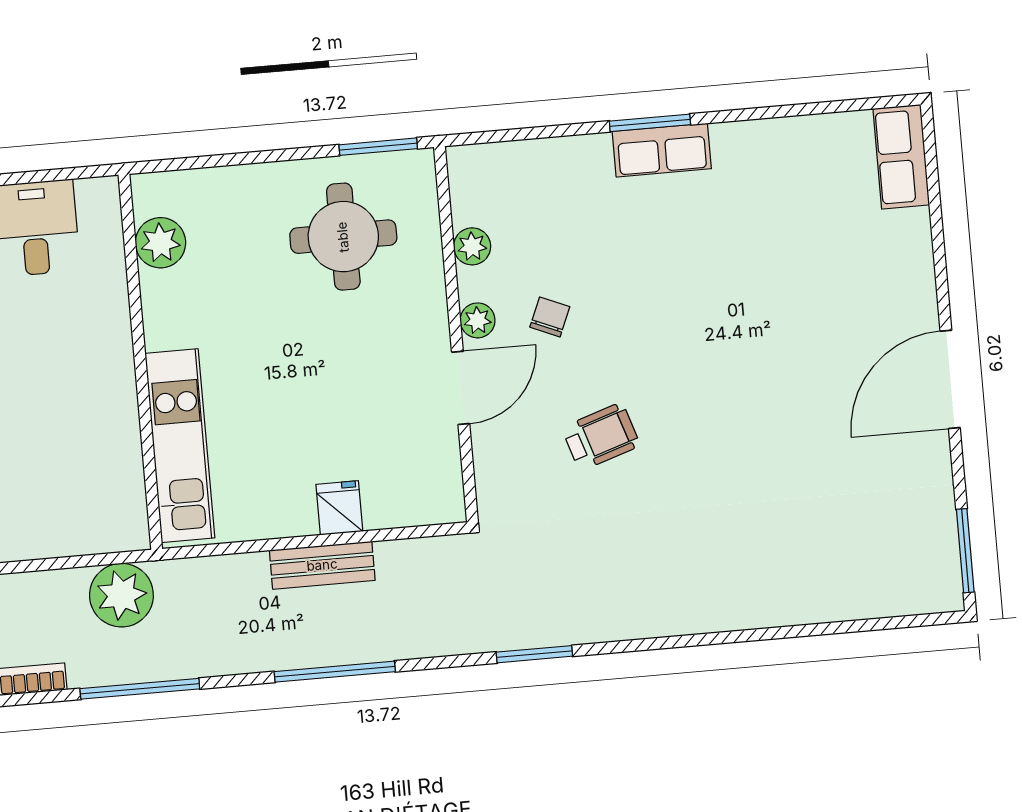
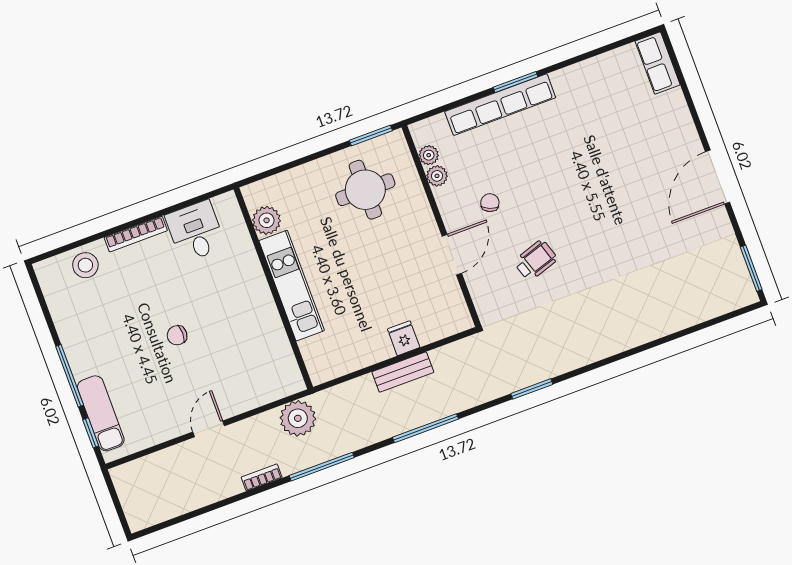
row of seats: (662, 150) -> (500, 105), width x2.02
plant: (478, 320) -> (429, 155), moved
kitchen unit: (180, 446) -> (292, 286), moved

